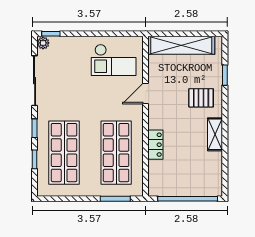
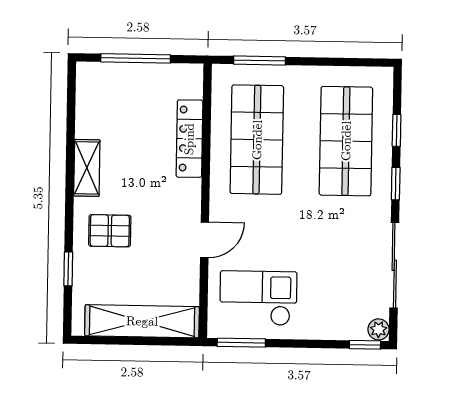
window: (123, 34) -> (241, 343), added
locker: (155, 145) -> (189, 139), width x1.53
window: (188, 199) -> (136, 58), width x0.68

